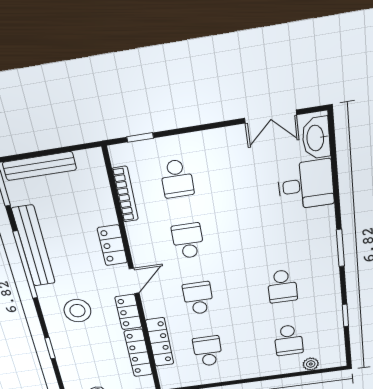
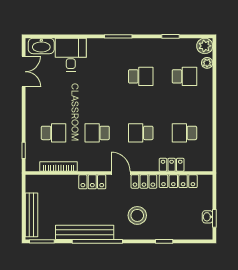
locker: (160, 342) -> (172, 165), width x0.66
plant: (335, 358) -> (205, 46), added

